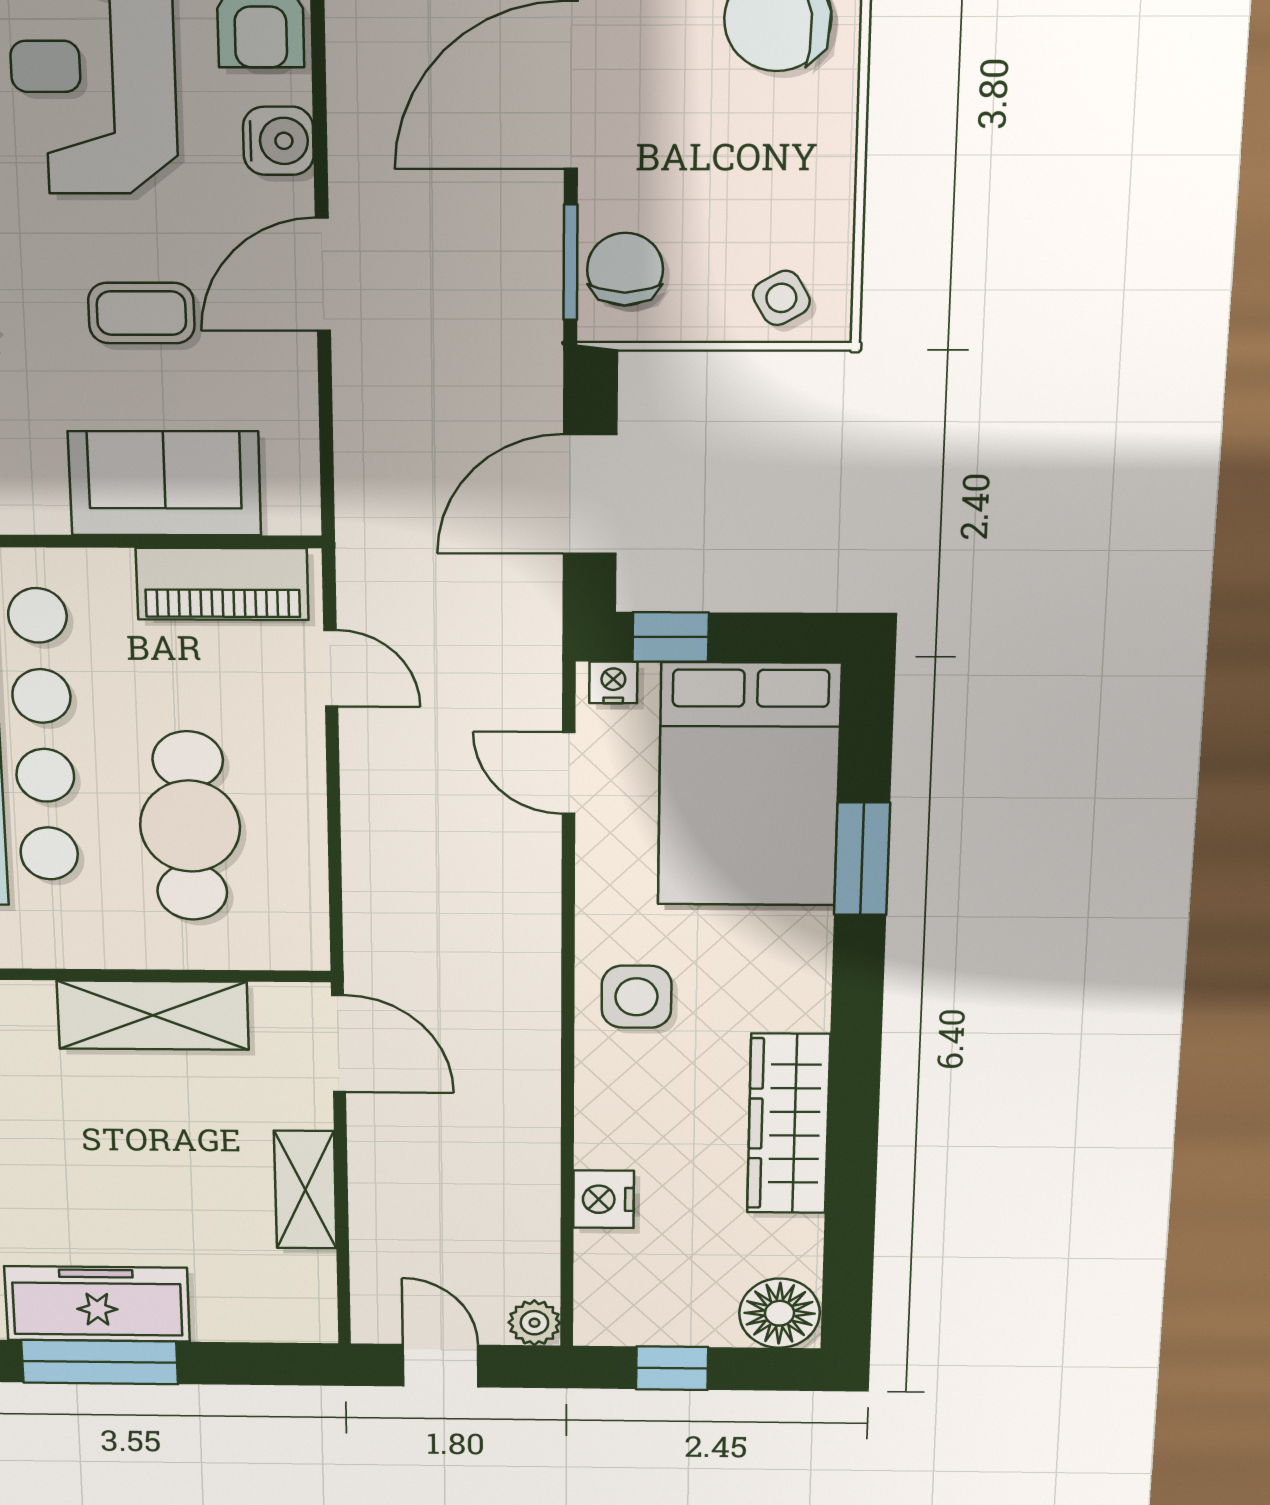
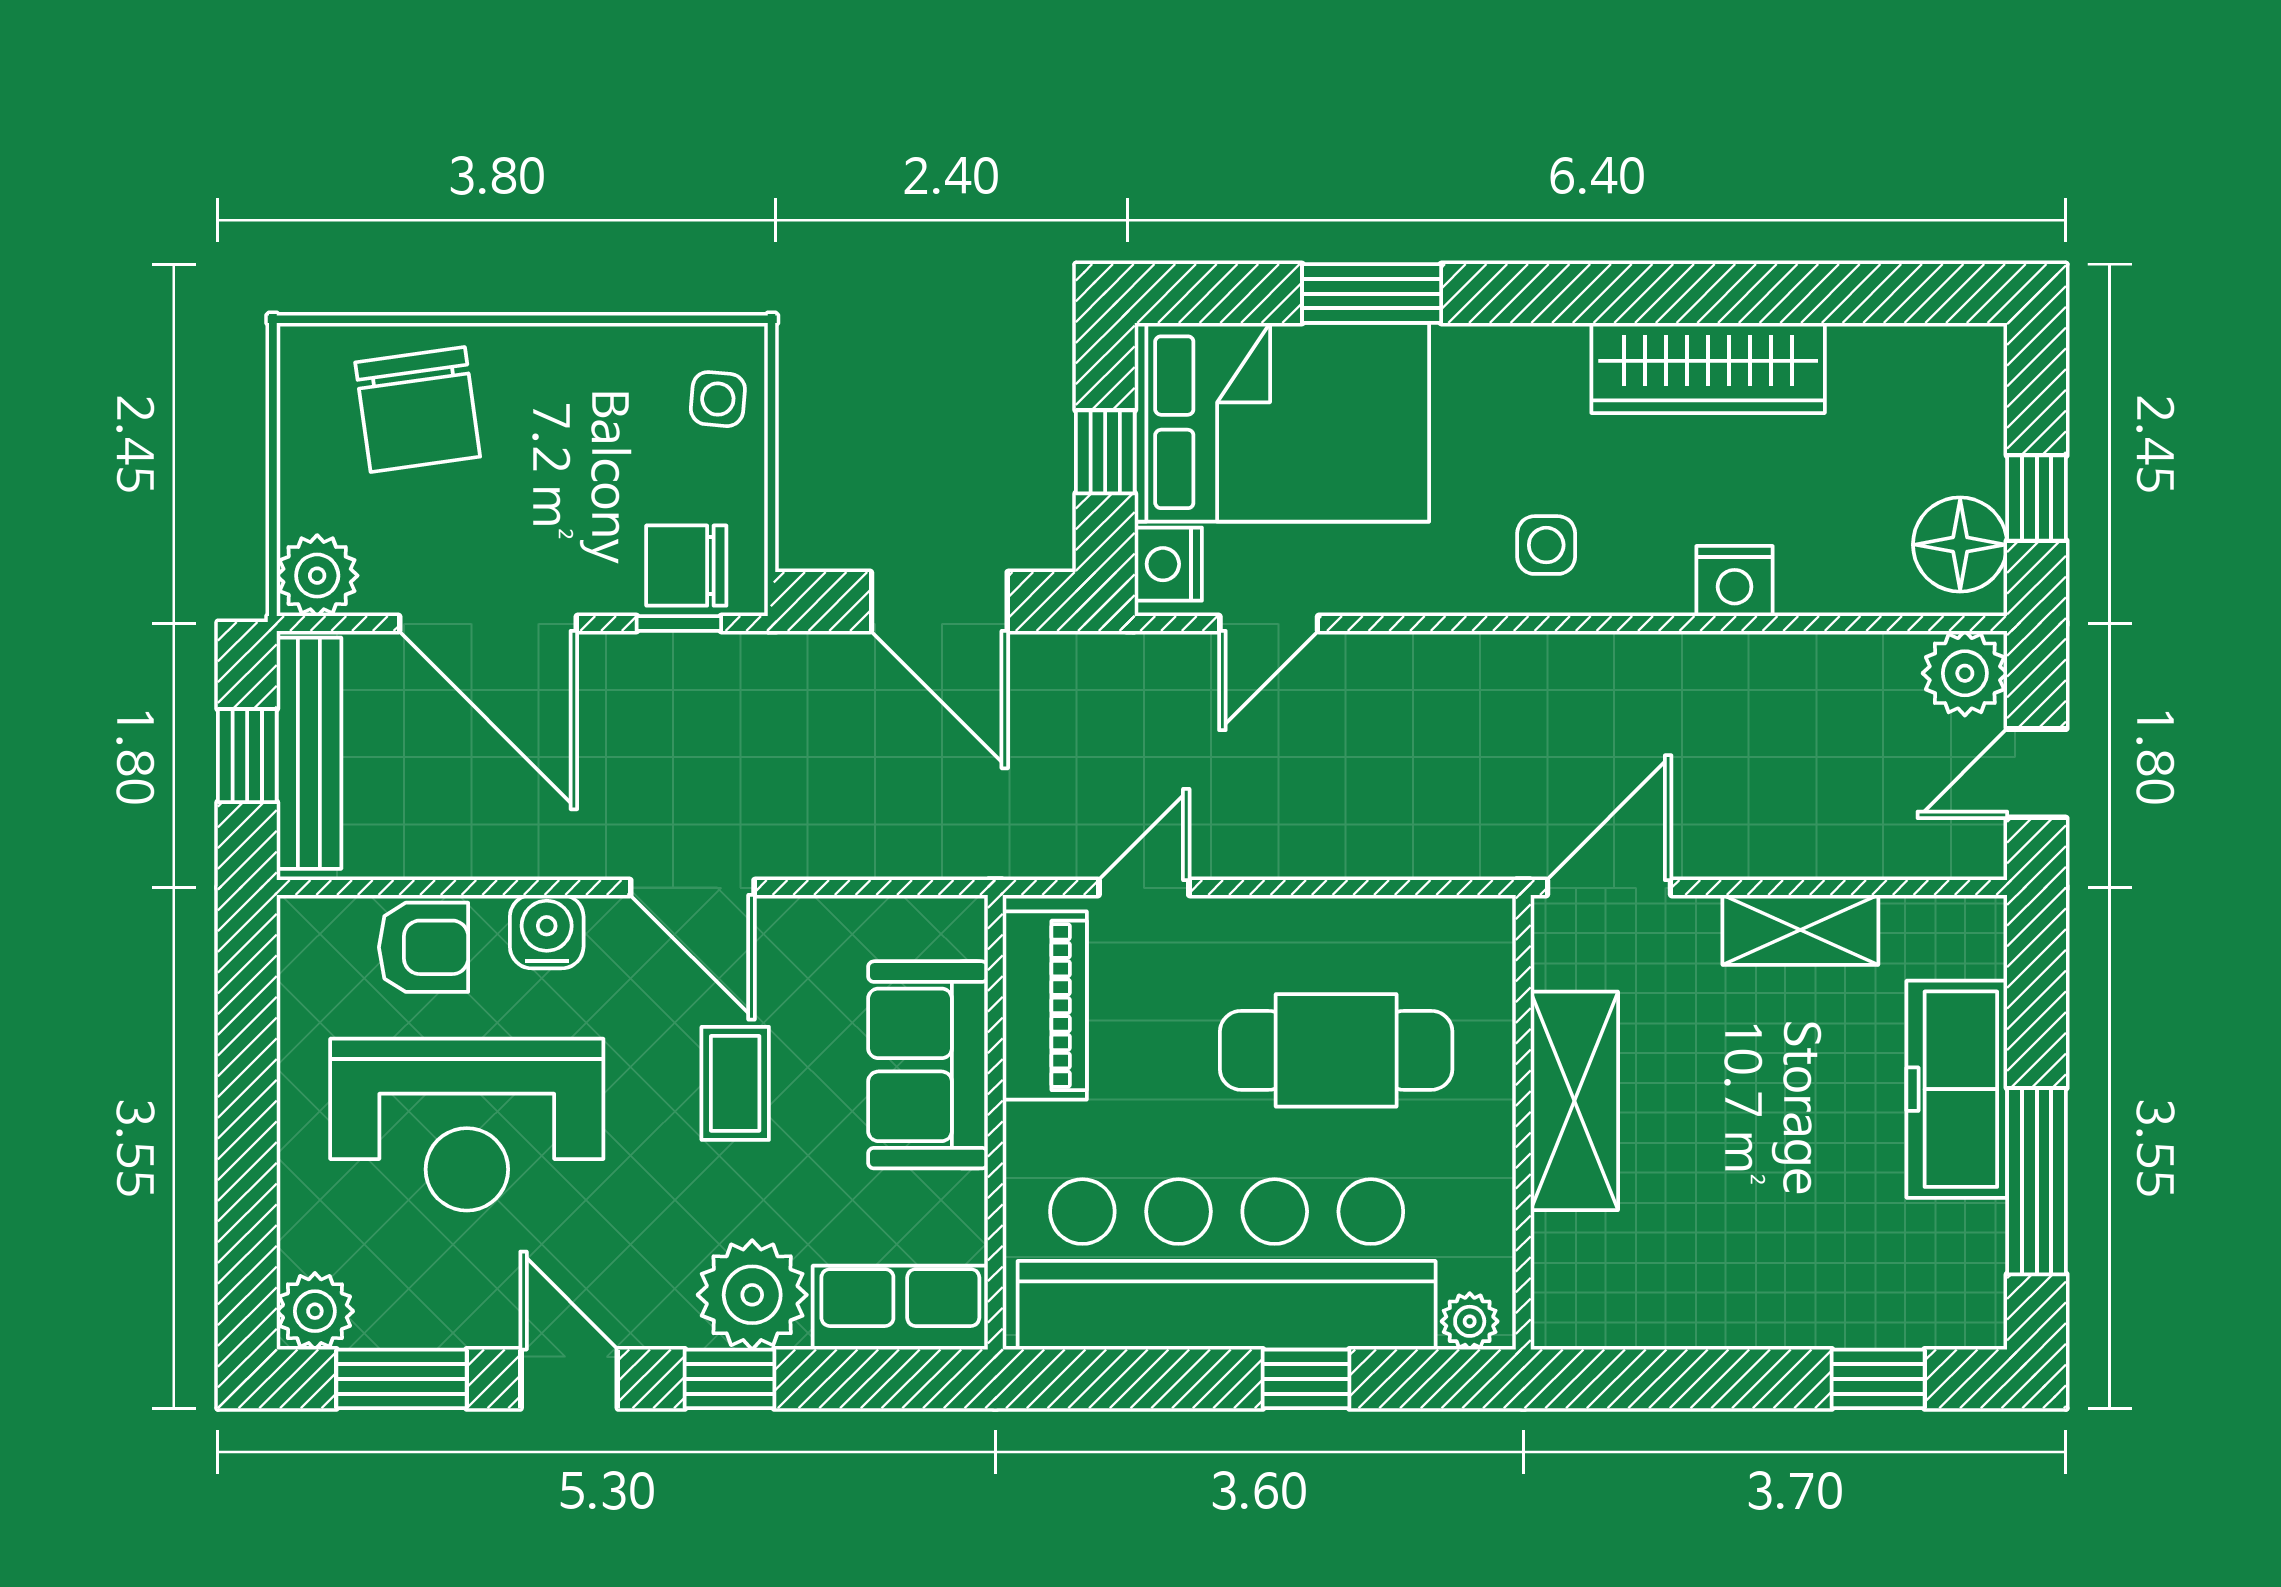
window: (571, 262) -> (679, 624), width x0.67
side table: (781, 298) -> (718, 399), turned 35
window: (671, 637) -> (1105, 452), moved
nightstand: (613, 683) -> (1168, 564), width x1.39, depth x1.35
side table: (636, 997) -> (1546, 545), width x0.73, depth x0.73
nightstand: (603, 1199) -> (1735, 581), moved
freezer: (97, 1304) -> (1957, 1089), moved
floor lamp: (780, 1313) -> (1960, 545), moved
plant: (534, 1323) -> (1965, 673), width x1.38, depth x1.38

